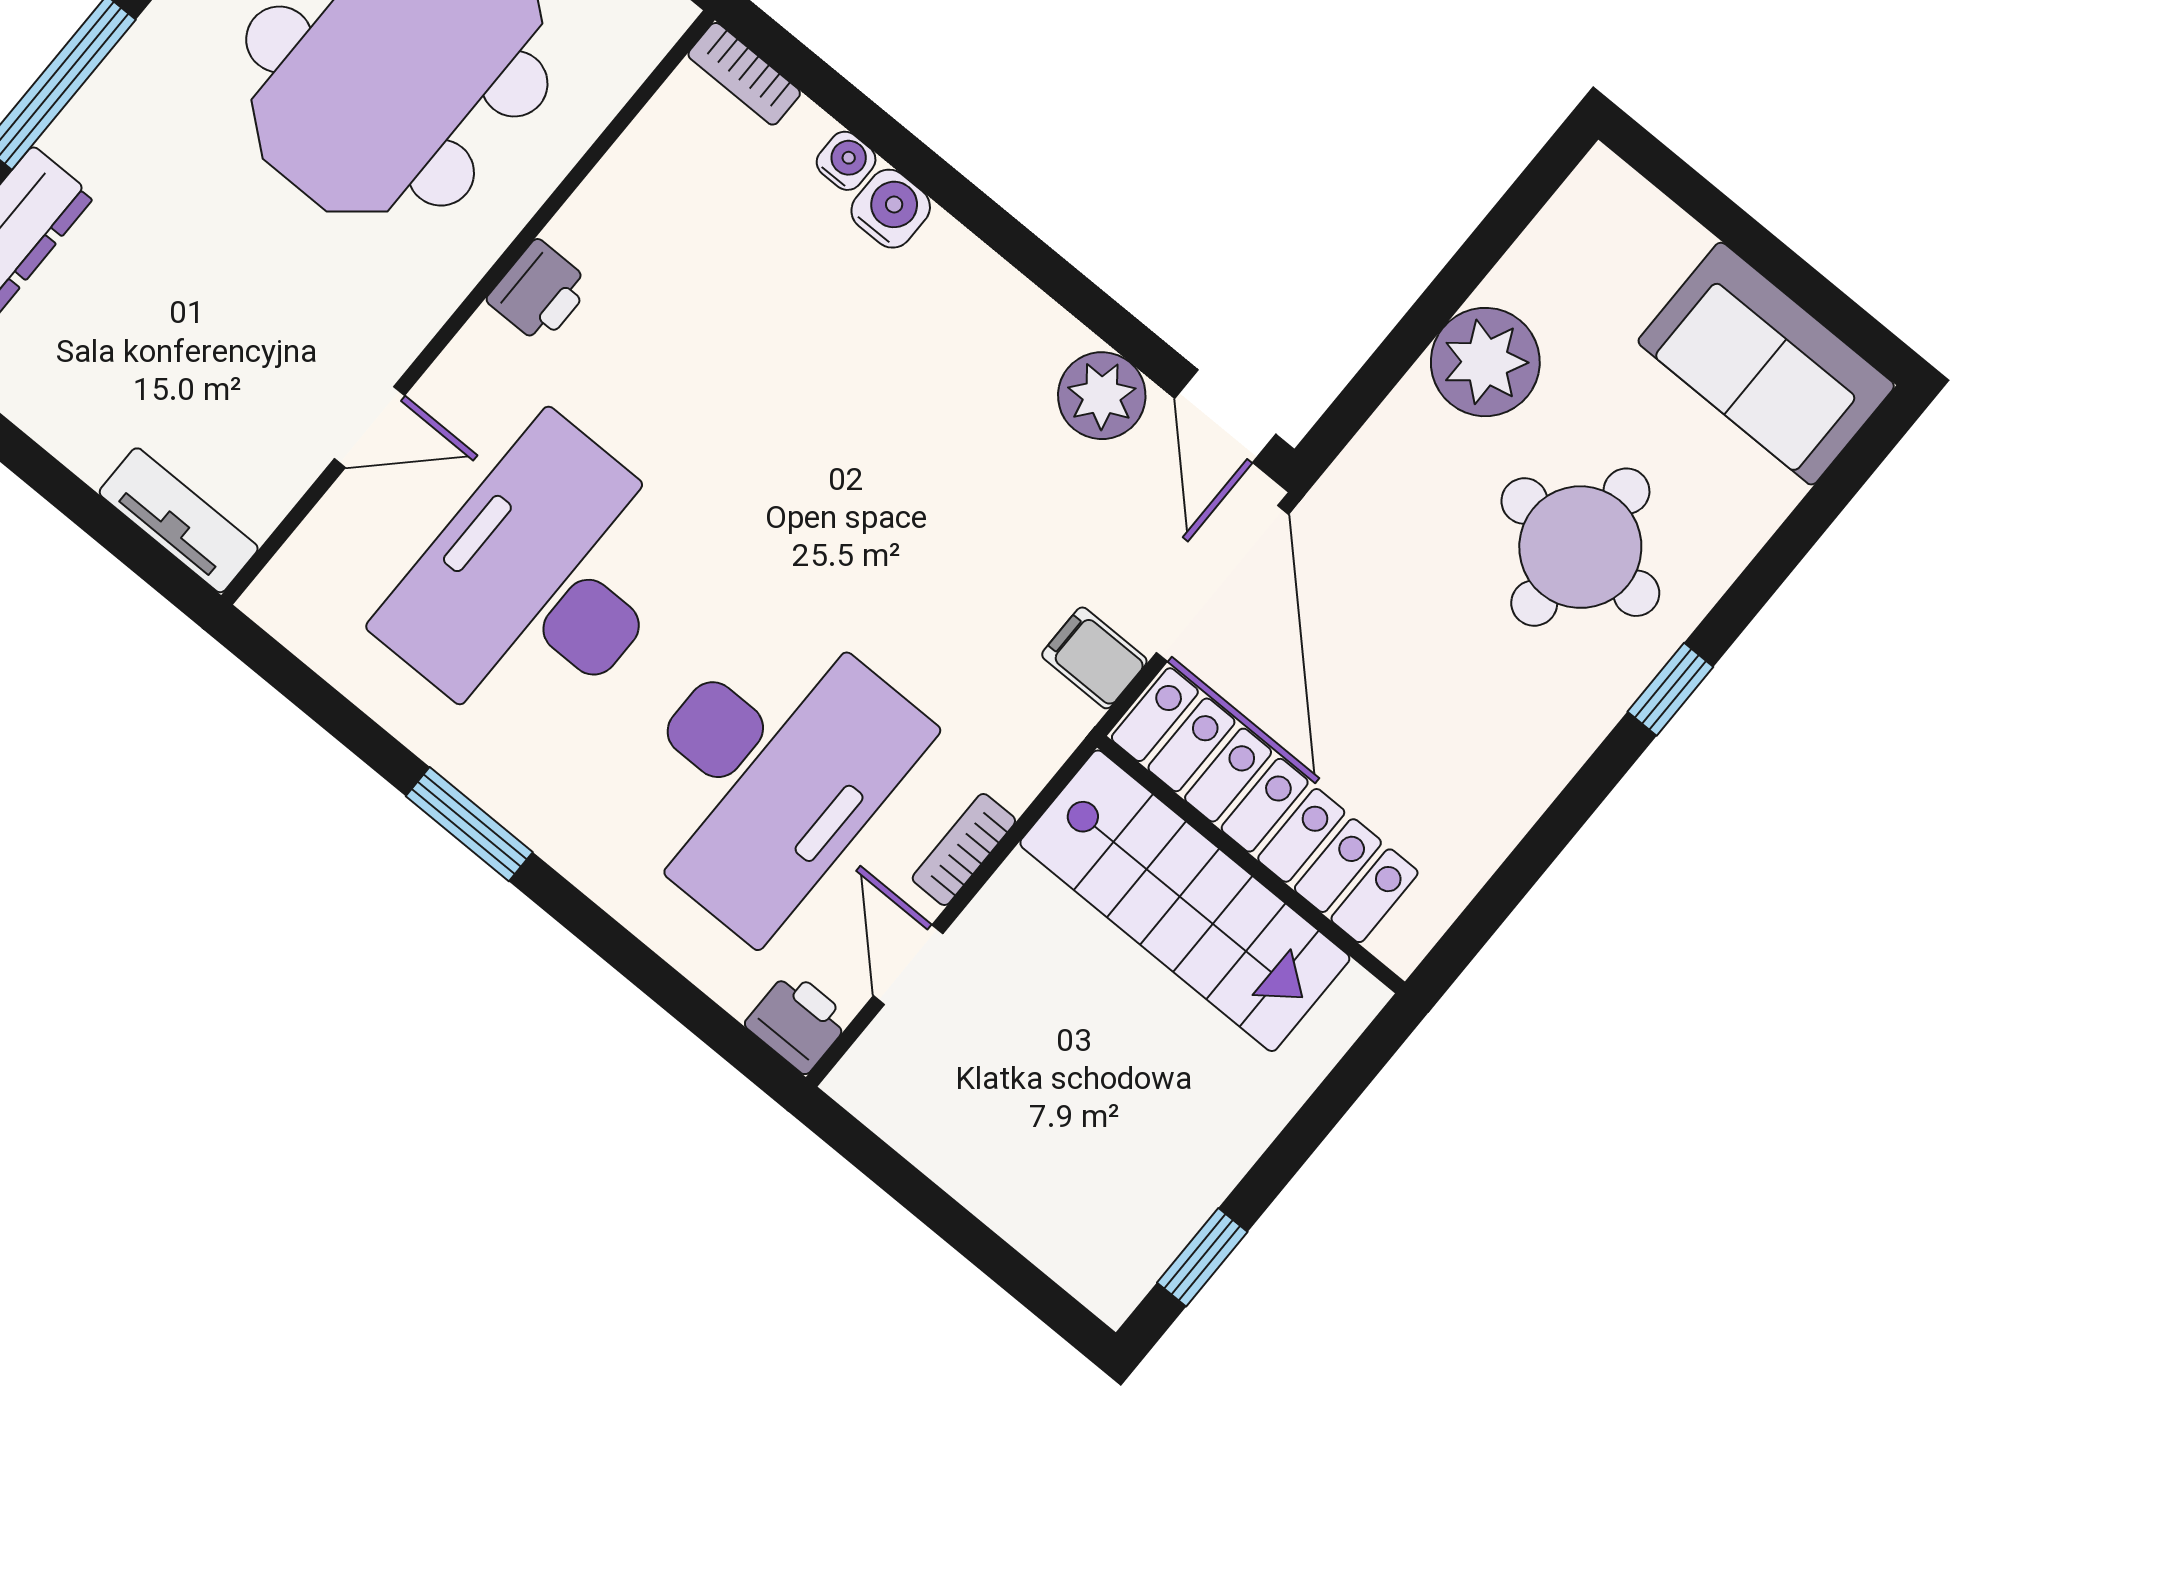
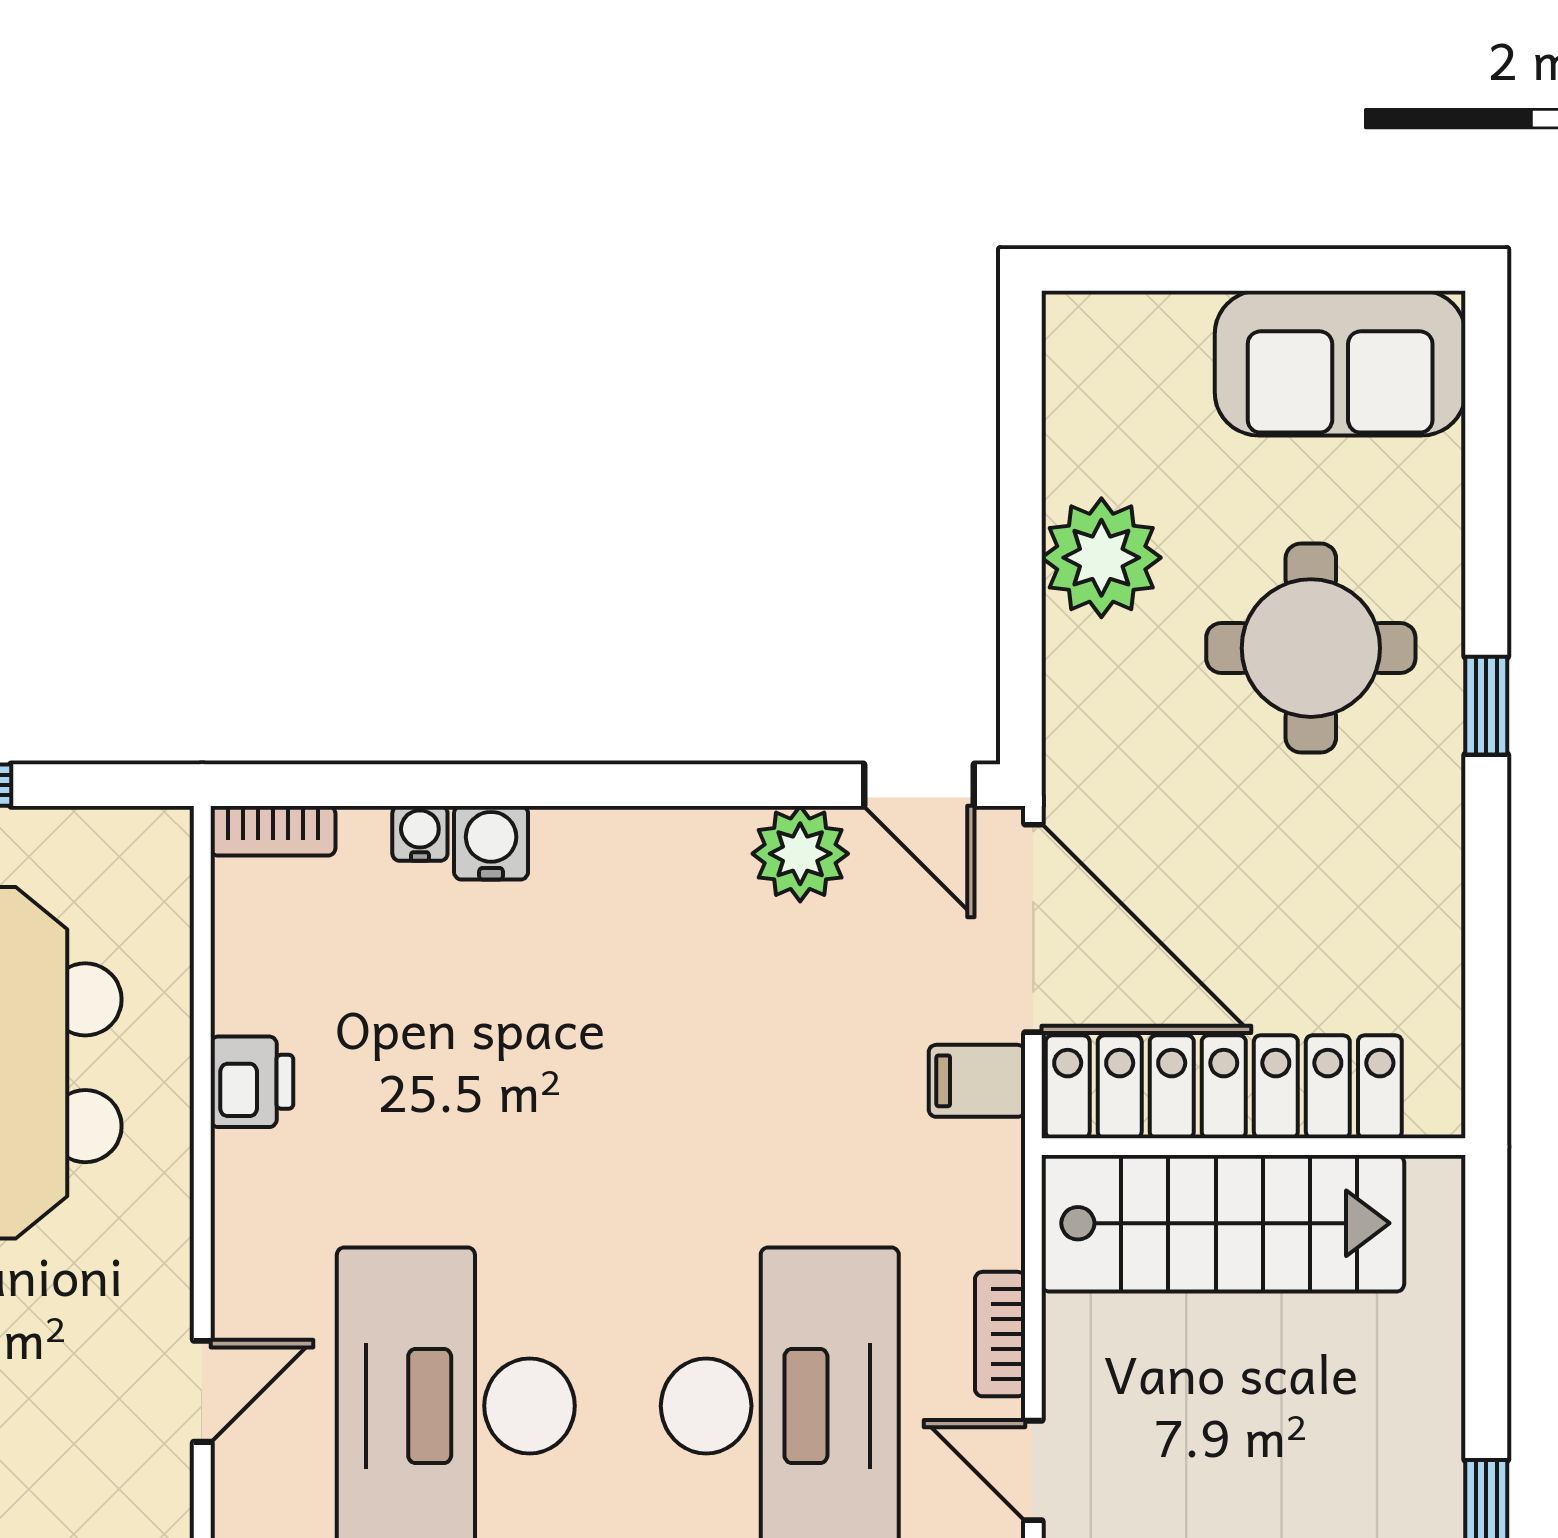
printer: (539, 292) -> (252, 1082), moved

